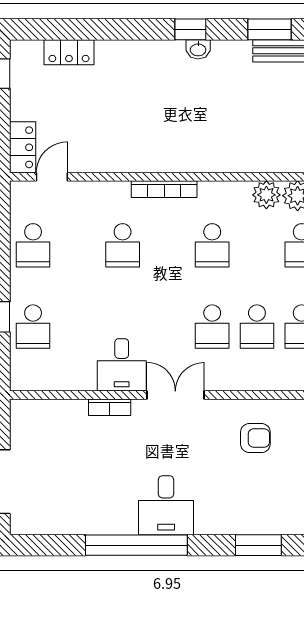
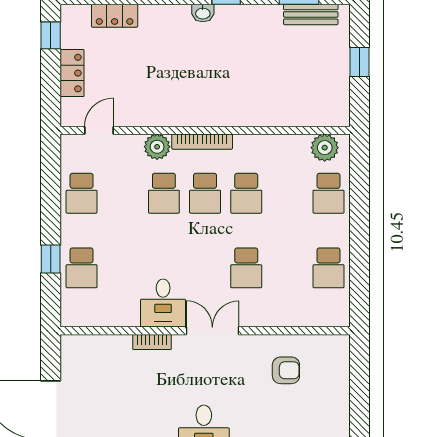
washbasin: (198, 49) -> (203, 13), moved
locker: (23, 147) -> (72, 73), moved
plant: (266, 195) -> (157, 147), moved
school desk: (257, 327) -> (205, 193), moved

